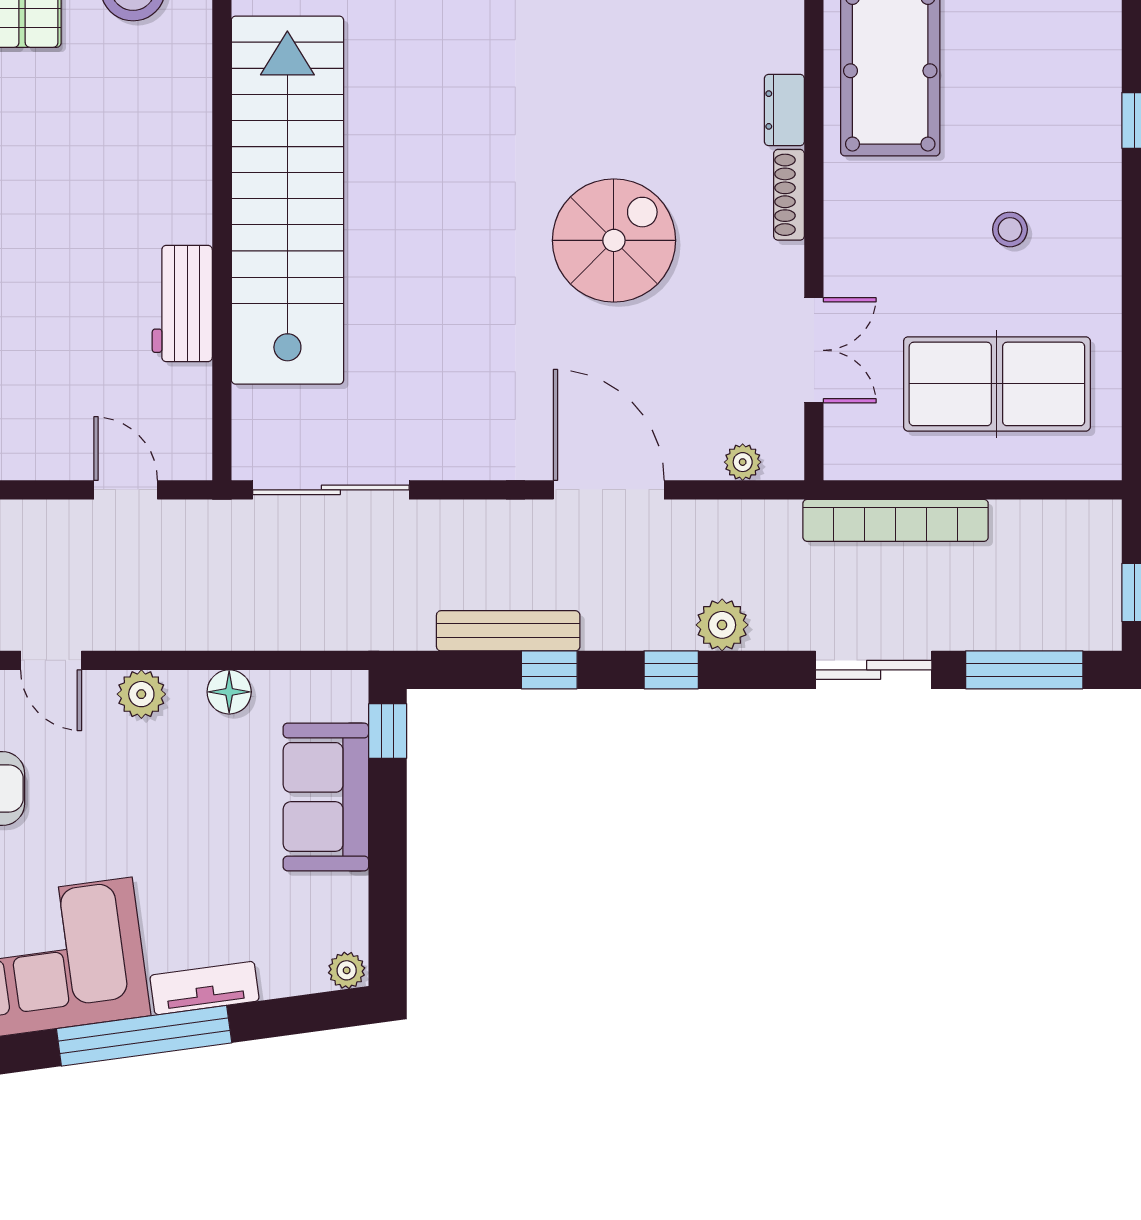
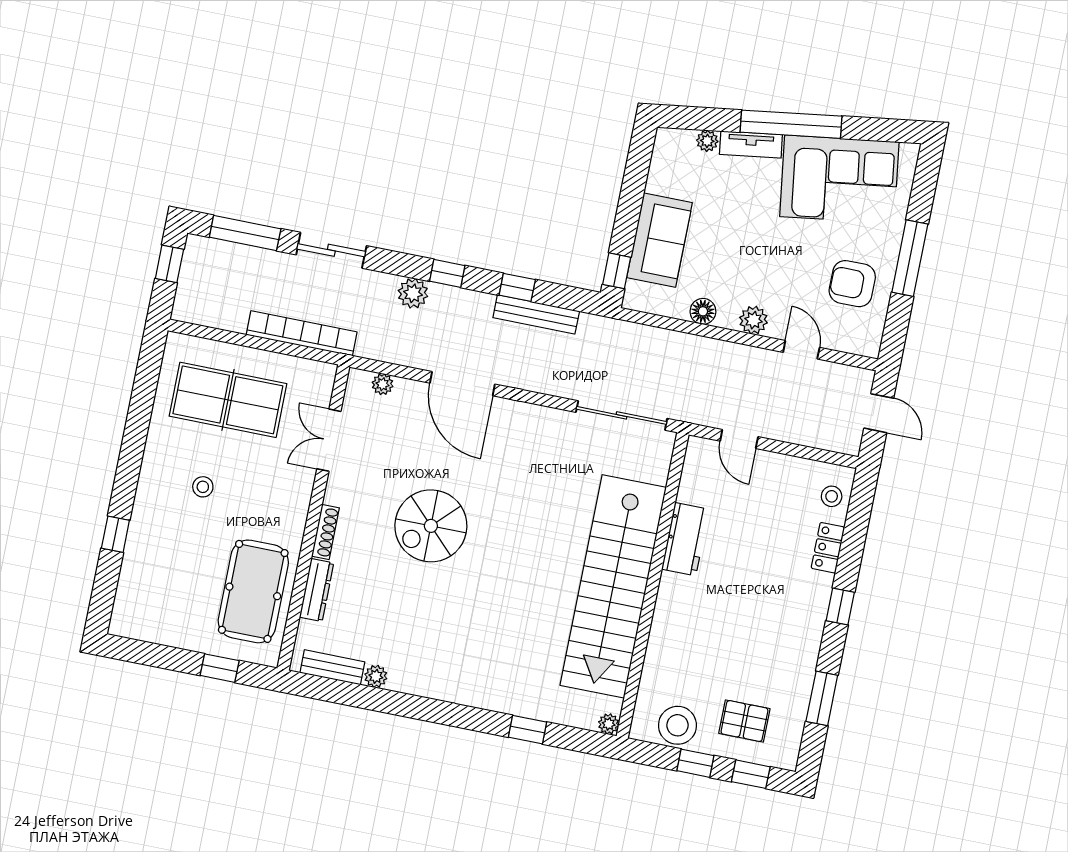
dresser: (784, 110) -> (317, 590), width x1.44
plant: (347, 970) -> (707, 141), moved

